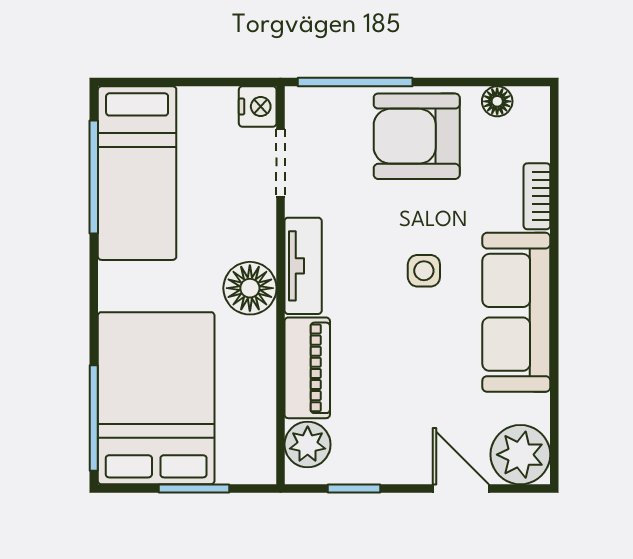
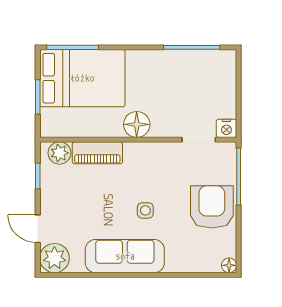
floor lamp: (497, 101) -> (229, 265), moved
bed: (137, 173) -> (194, 69), removed
bookcase: (537, 196) -> (182, 266), removed
tv unit: (303, 266) -> (148, 151), removed
door: (461, 489) -> (38, 229), swing flipped

